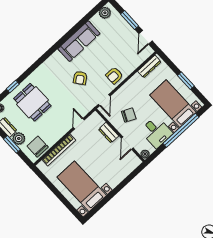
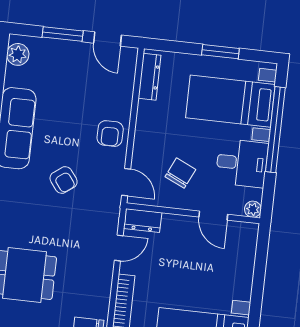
door: (79, 124) -> (119, 248), swing flipped
dresser: (108, 133) -> (143, 221), moved

